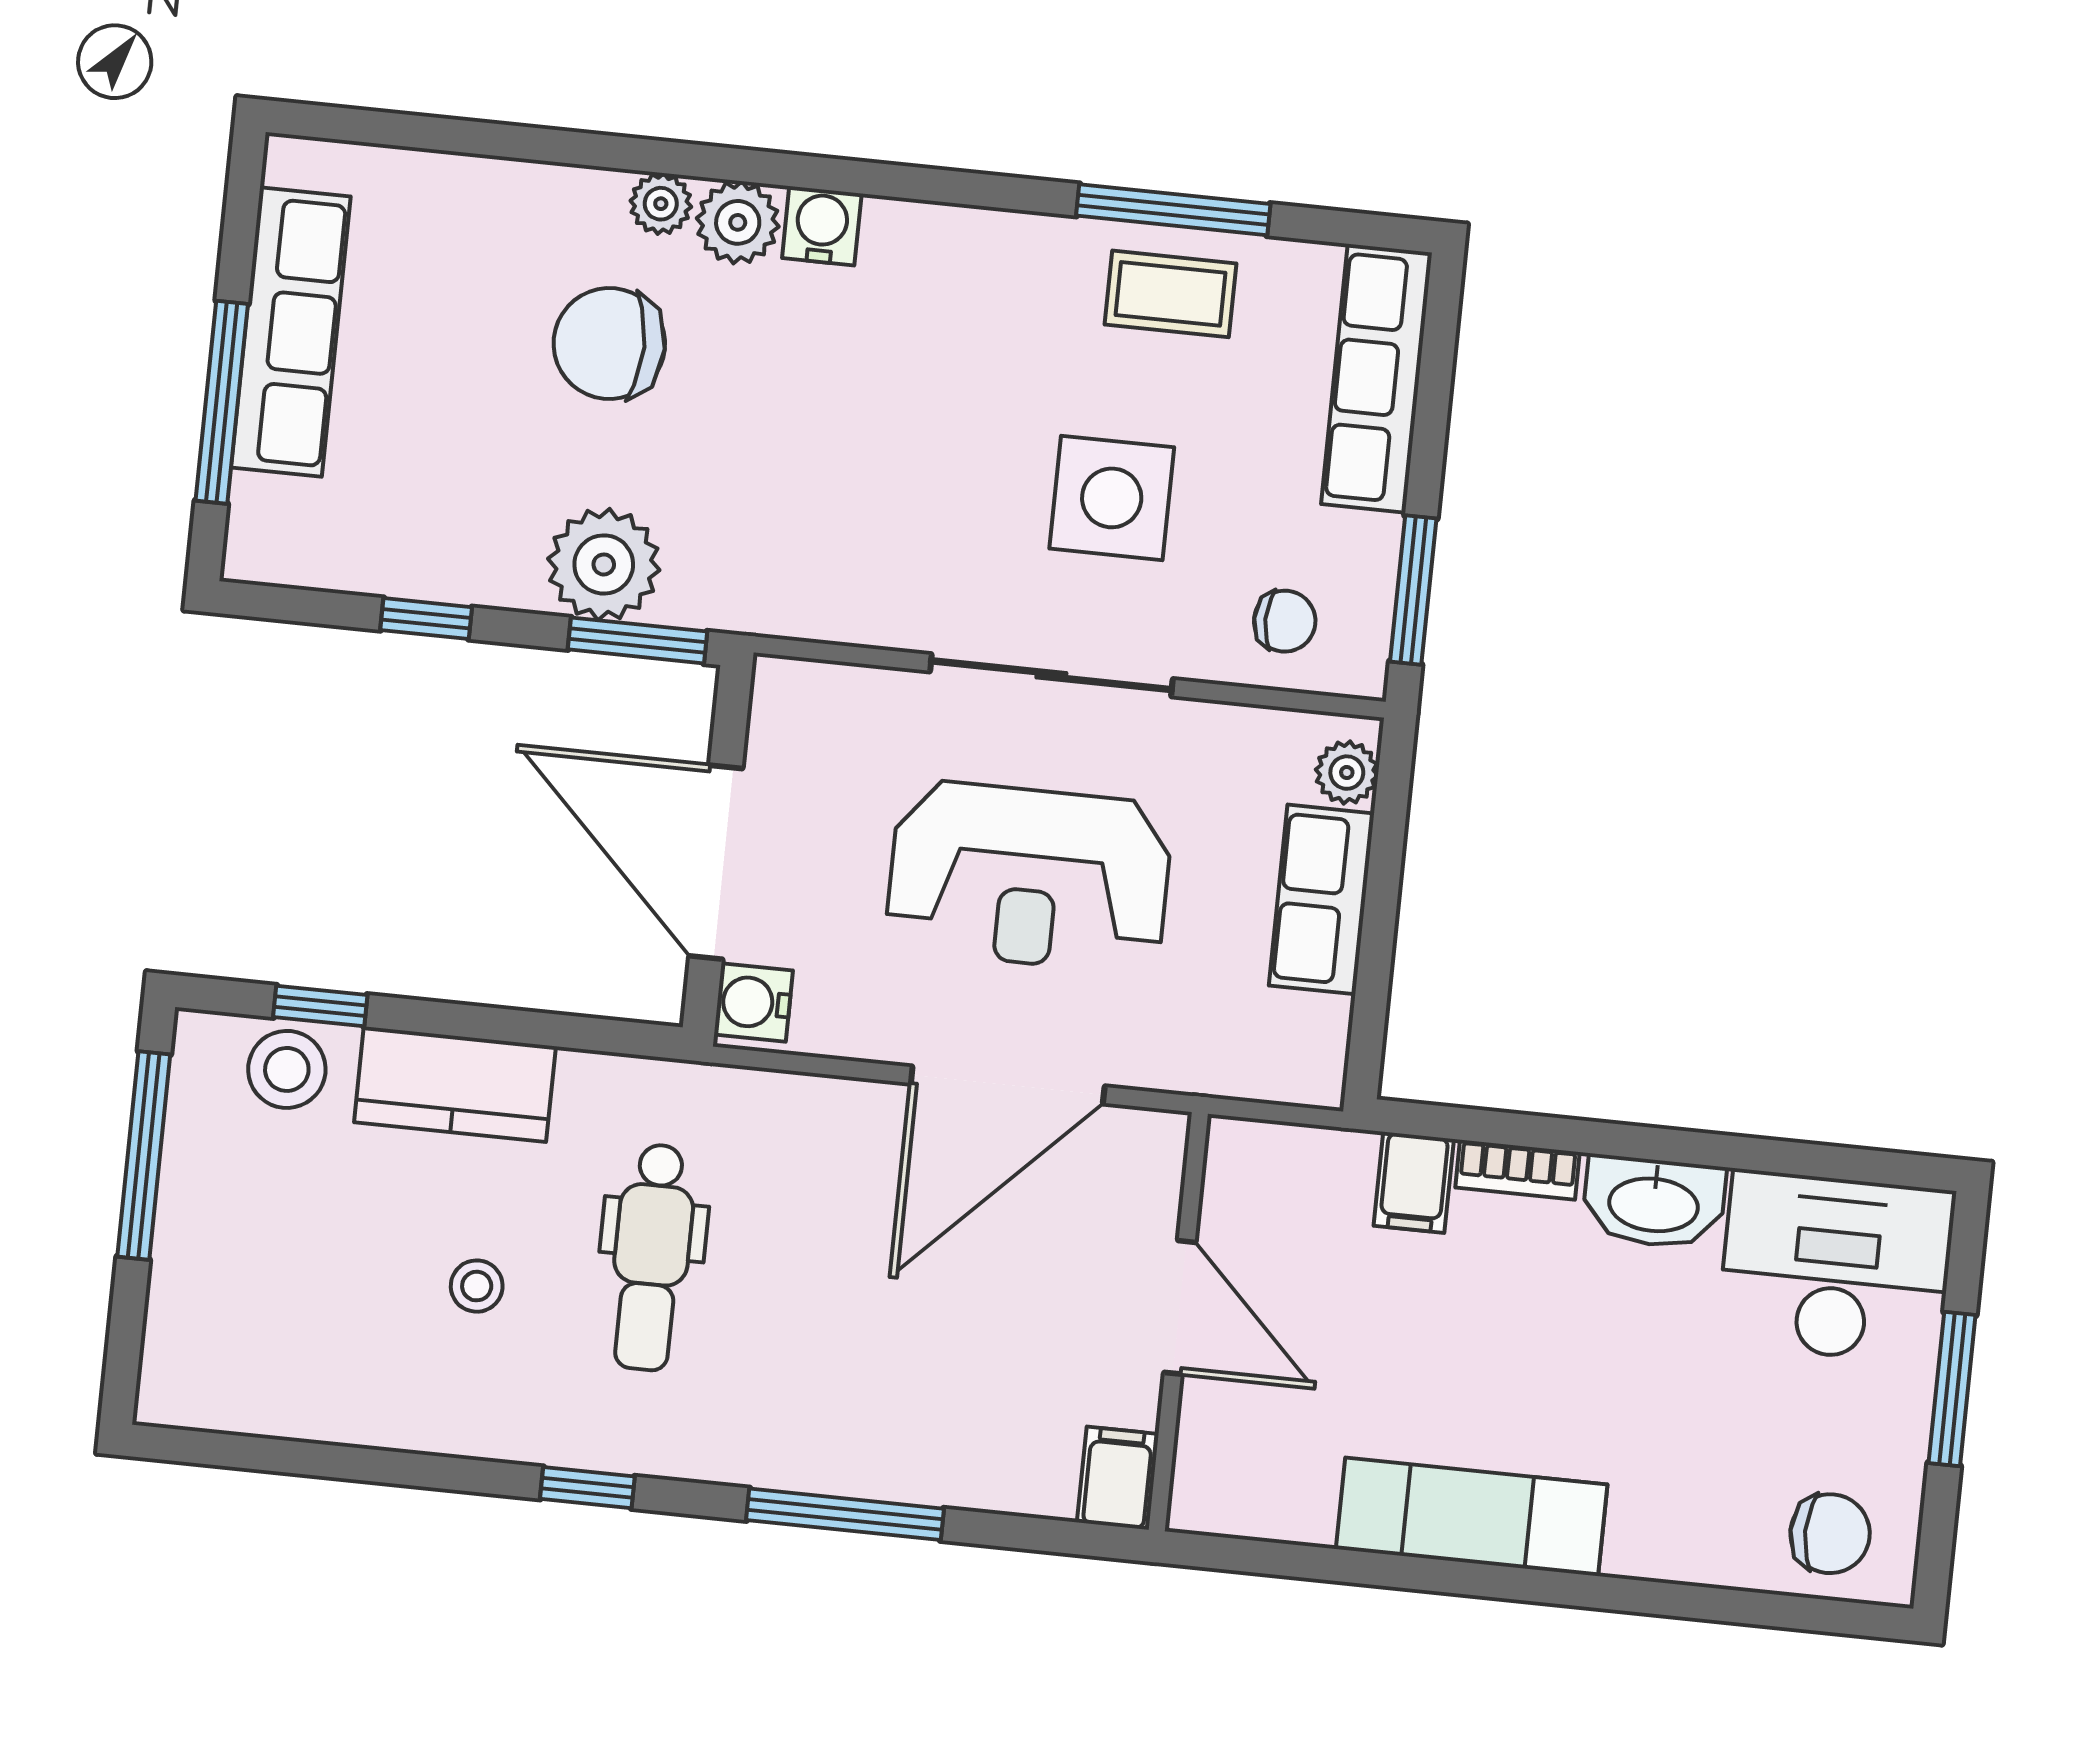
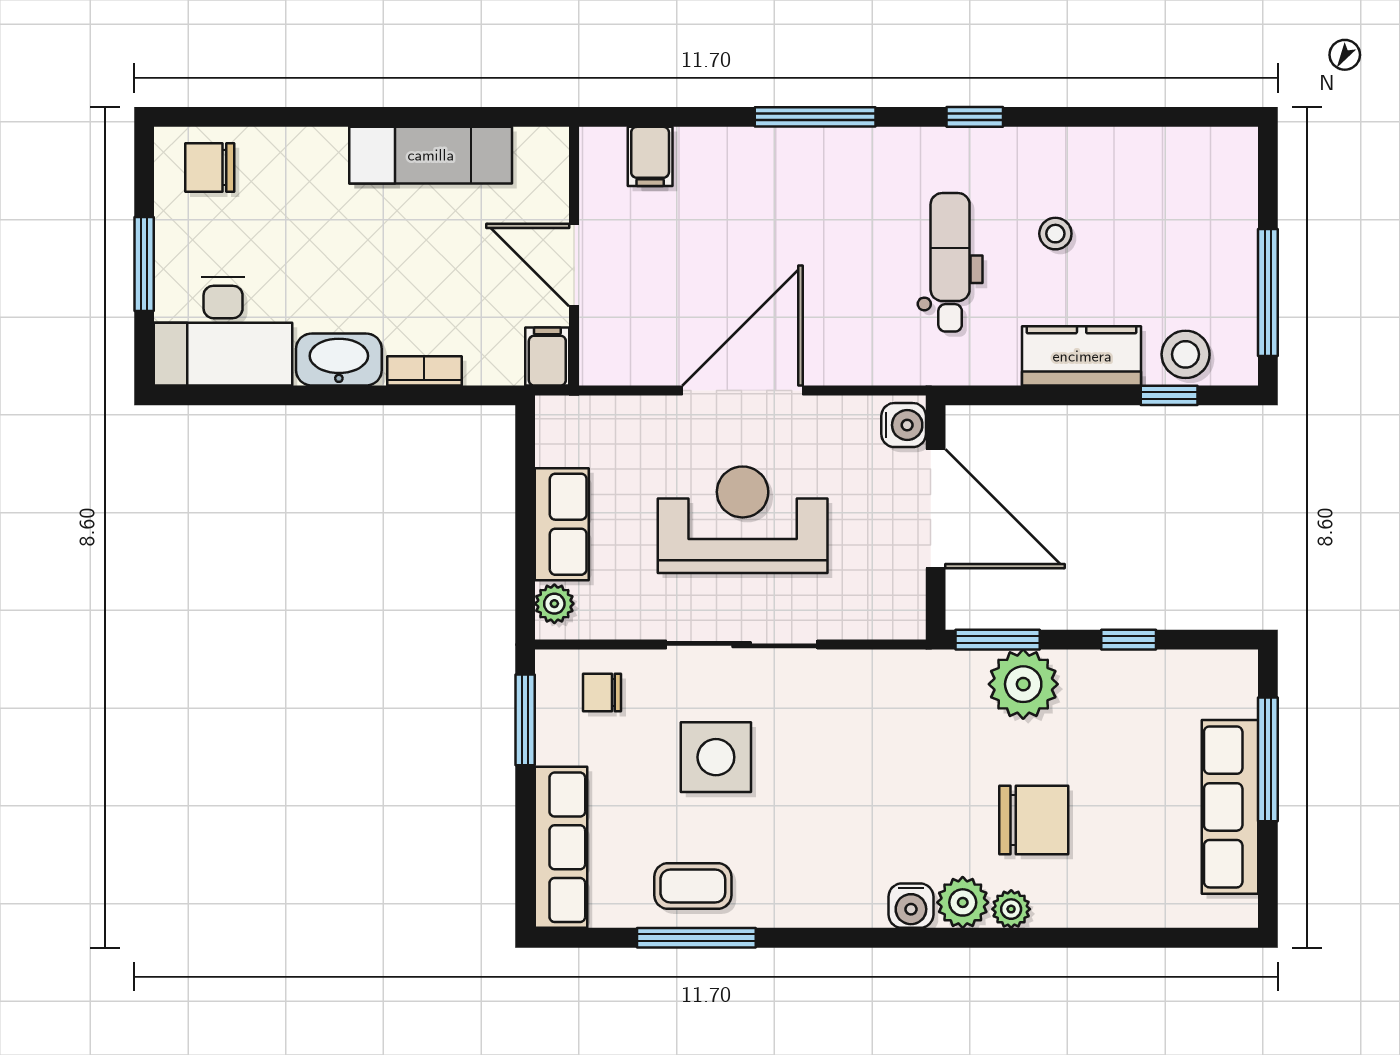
filing cabinet: (1414, 1182) -> (547, 357), moved
door: (1180, 1307) -> (574, 265), moved
wall: (1178, 1322) -> (574, 256), moved

